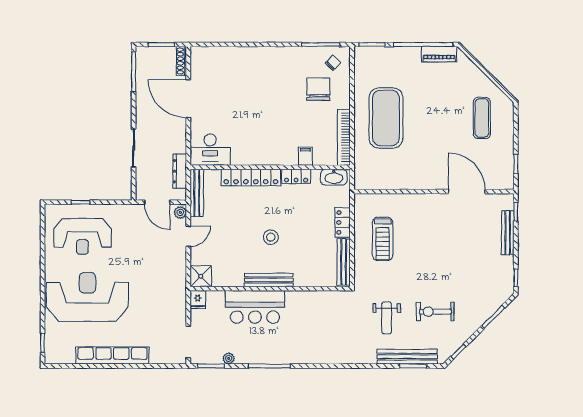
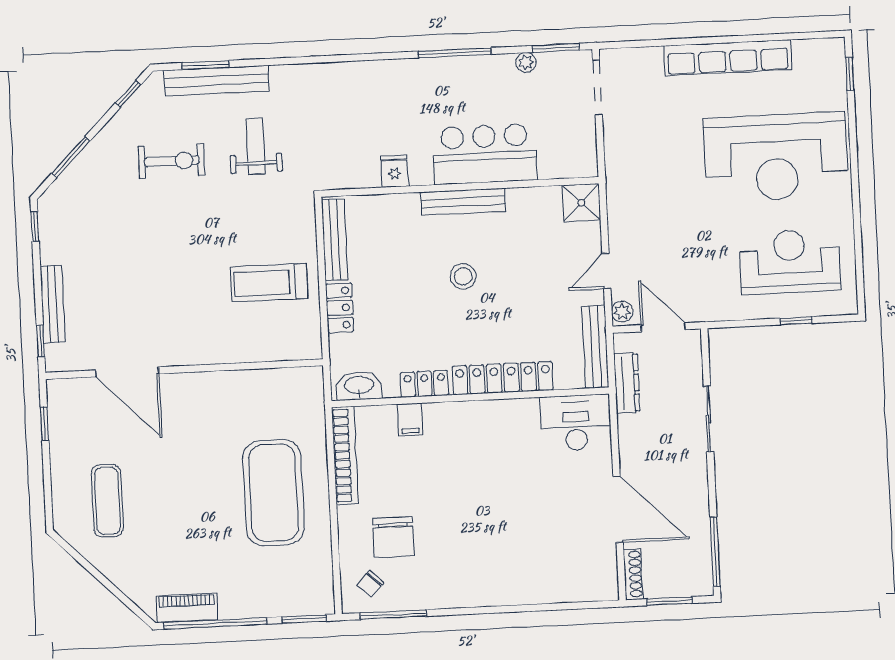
treadmill: (383, 239) -> (269, 283), turned -90
fridge: (198, 300) -> (395, 171), moved

